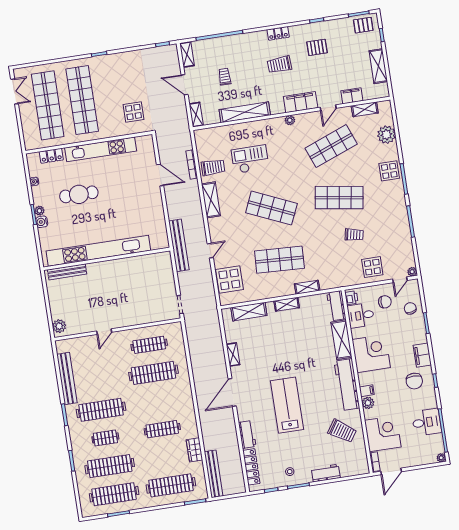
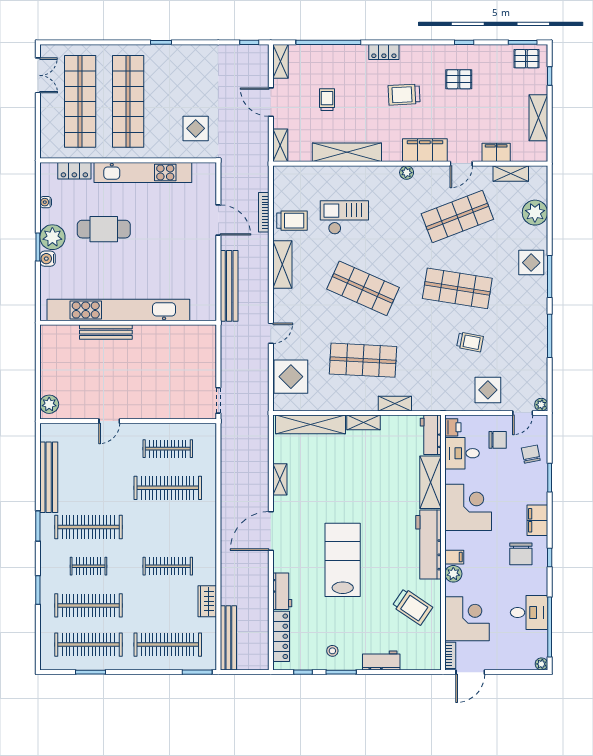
locker: (278, 33) -> (384, 52), moved
plant: (39, 211) -> (52, 237), width x1.88, depth x1.88
bench: (179, 245) -> (229, 286), moved
bench: (67, 272) -> (106, 332), moved
shelving: (249, 312) -> (310, 424), width x1.47

